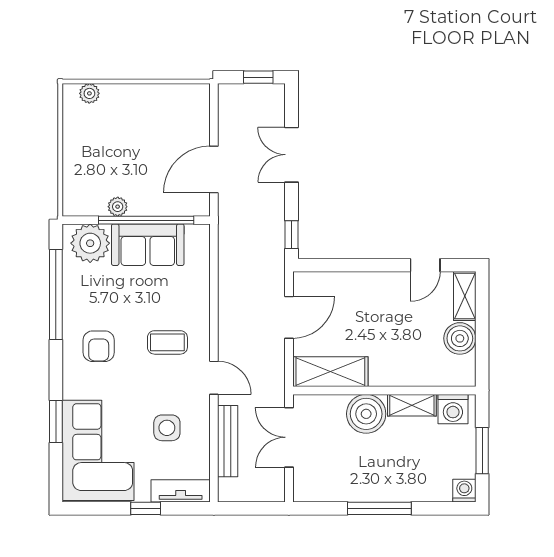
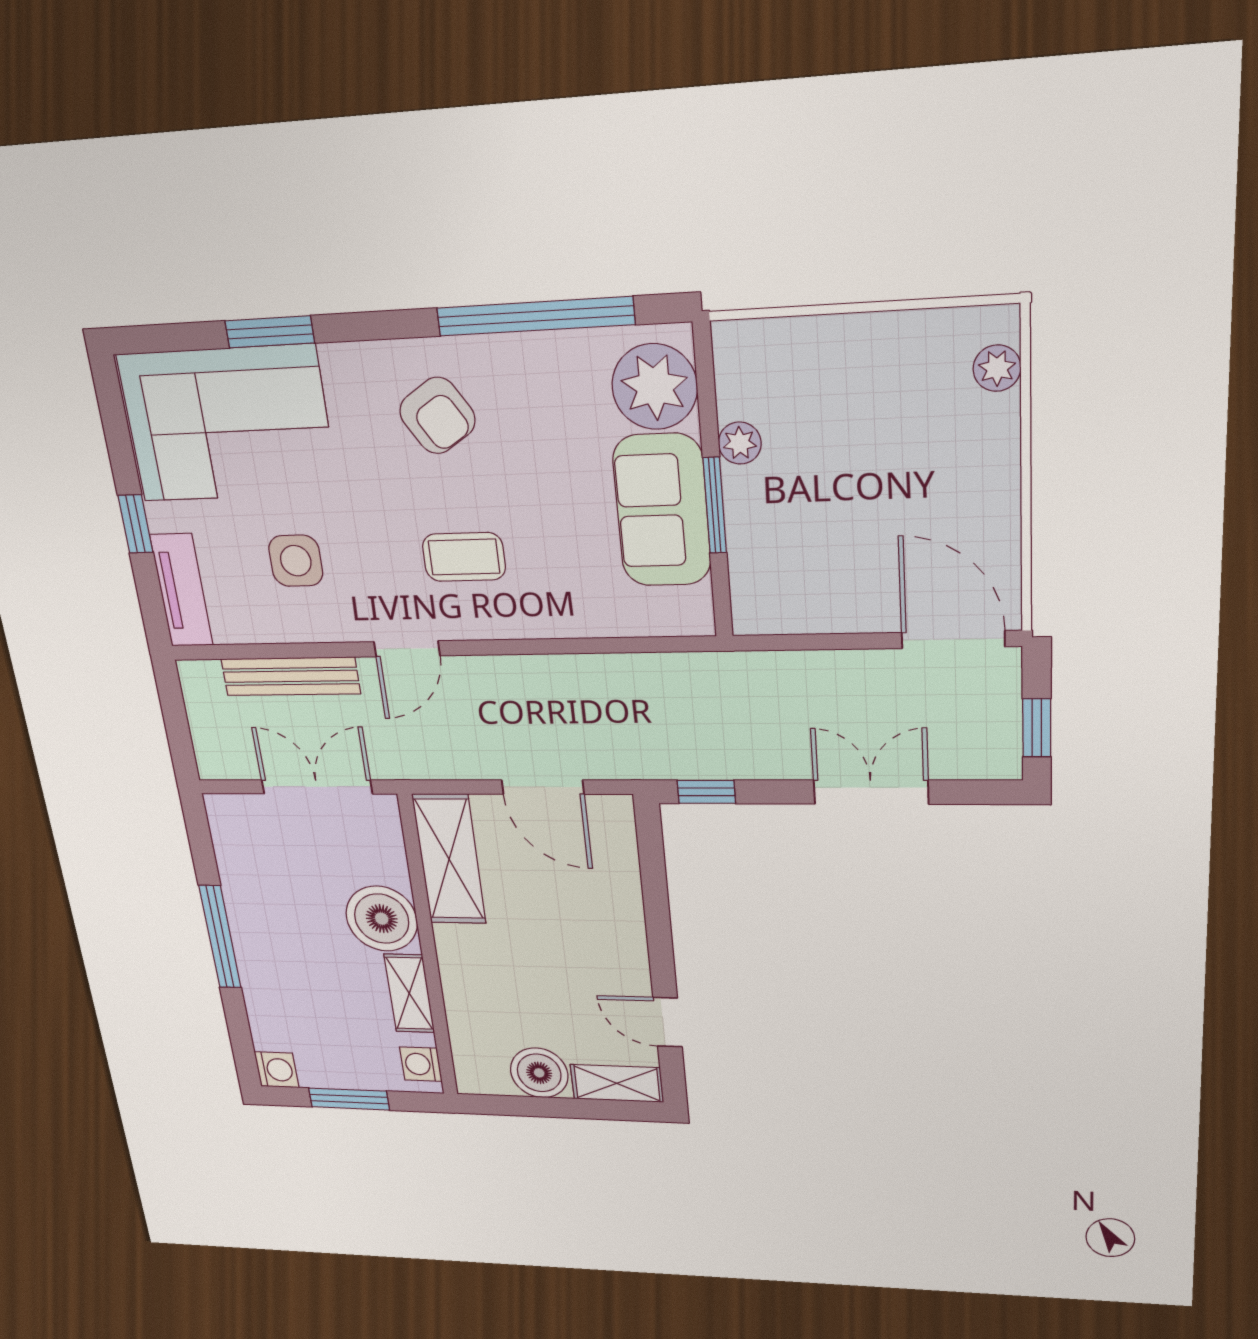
door: (214, 170) -> (953, 640), moved
window: (146, 220) -> (715, 505), width x0.47
coffee table: (167, 342) -> (464, 557), turned 90
armchair: (99, 346) -> (437, 416), turned -123
washing machine: (453, 409) -> (421, 1064), width x0.73, depth x0.73

